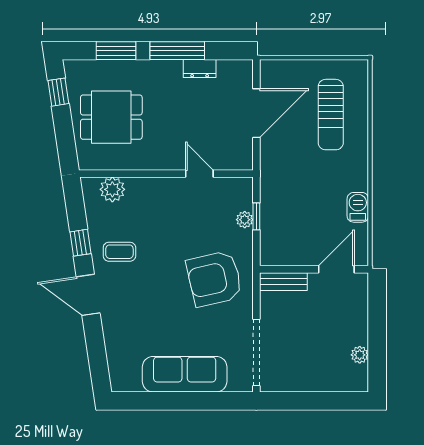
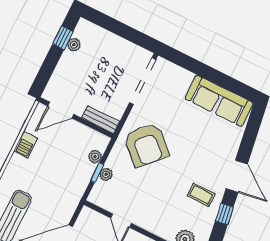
plant: (268, 234) -> (95, 156), added
armchair: (214, 279) -> (146, 145), turned 56
window: (377, 357) -> (63, 38), added
sofa: (185, 374) -> (219, 101), moved

